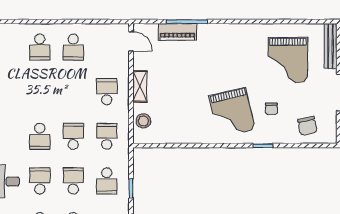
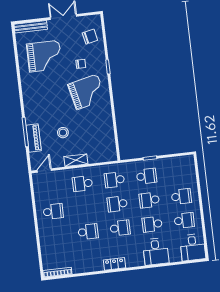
school desk: (40, 47) -> (88, 232), moved
stool: (143, 121) -> (63, 133), moved

